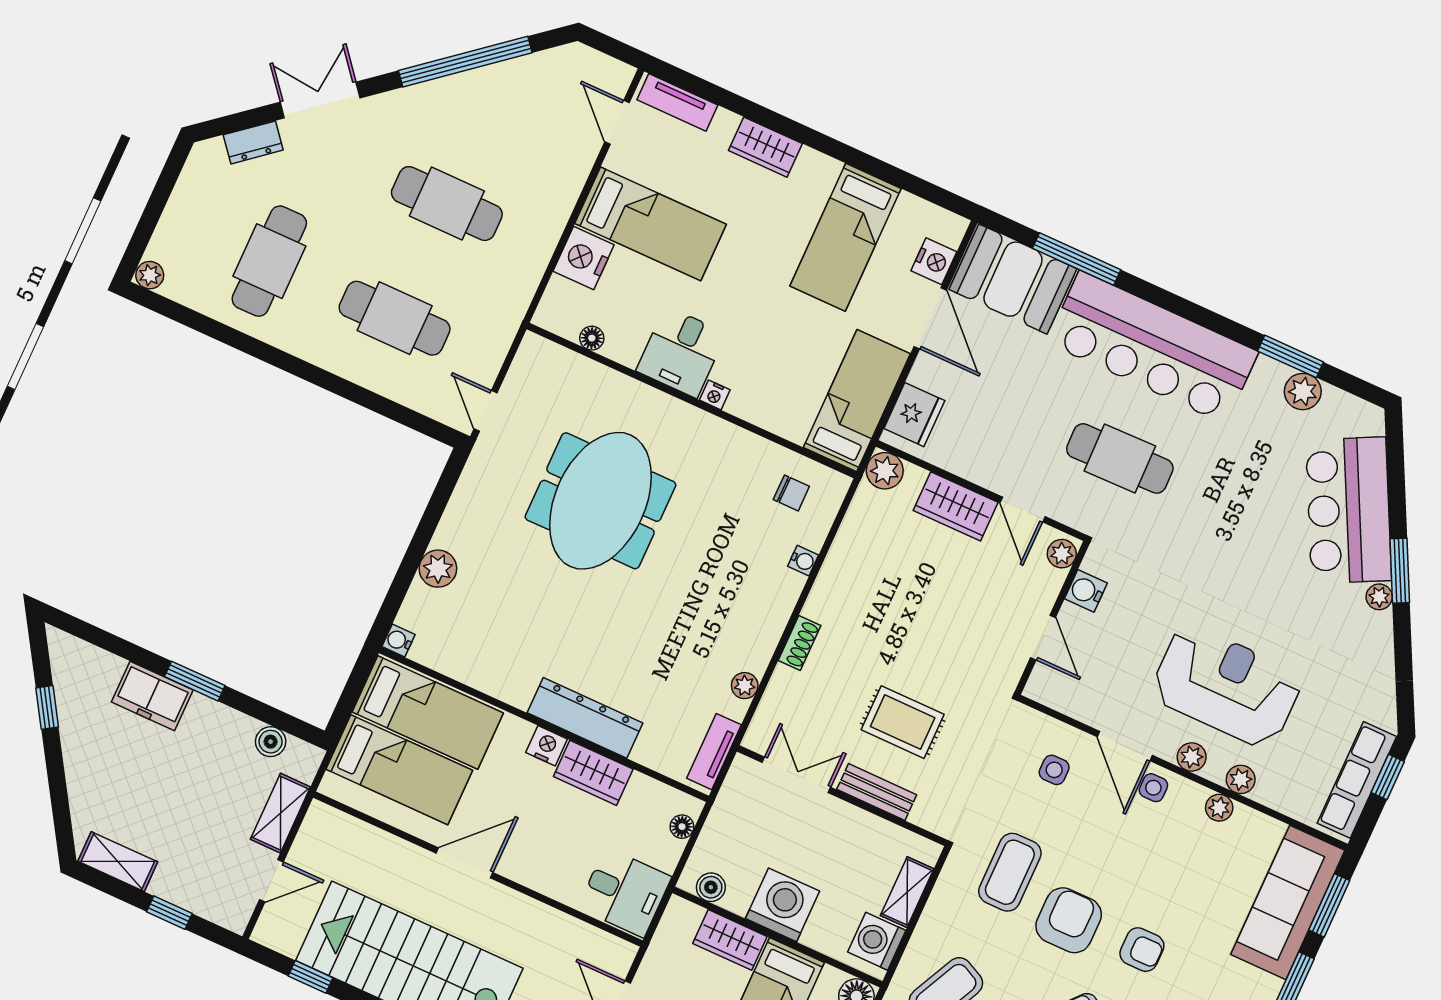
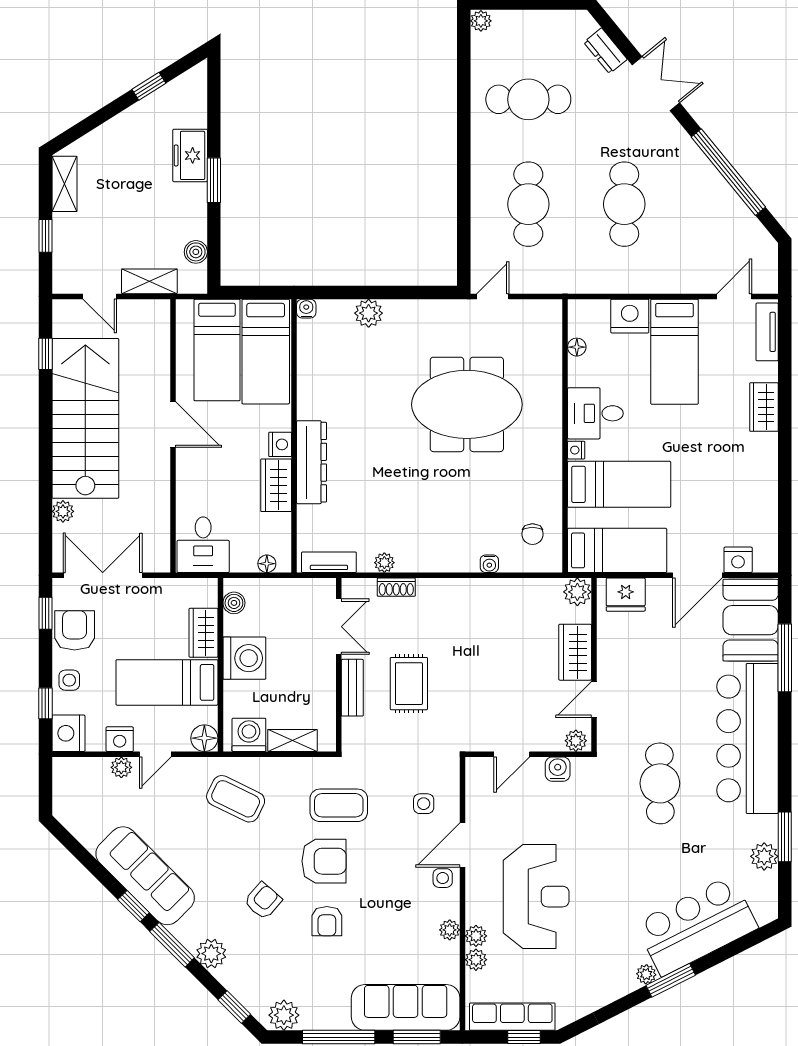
bed: (846, 237) -> (619, 484), moved, turned 180
cafe table: (1120, 458) -> (660, 783), moved
shoe rack: (799, 643) -> (396, 587), moved
plant: (1192, 757) -> (476, 960), moved

